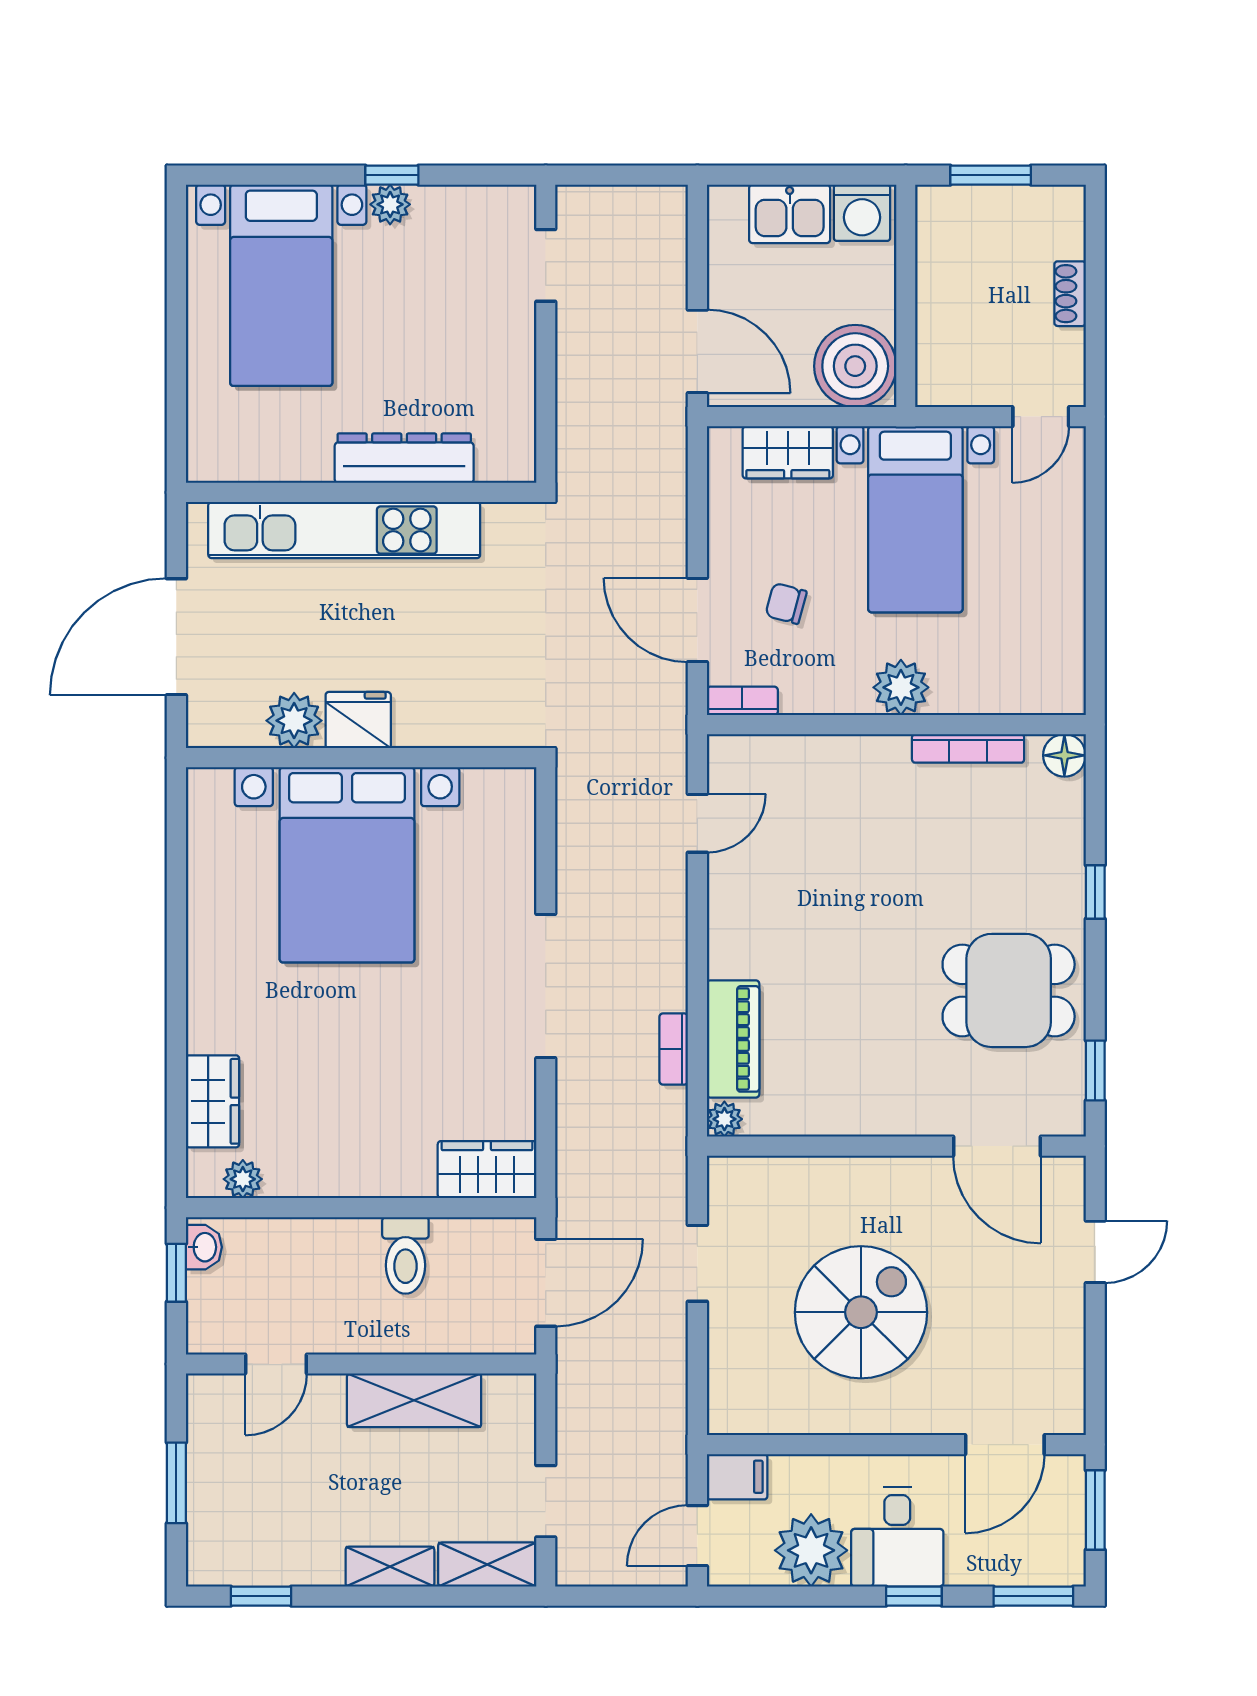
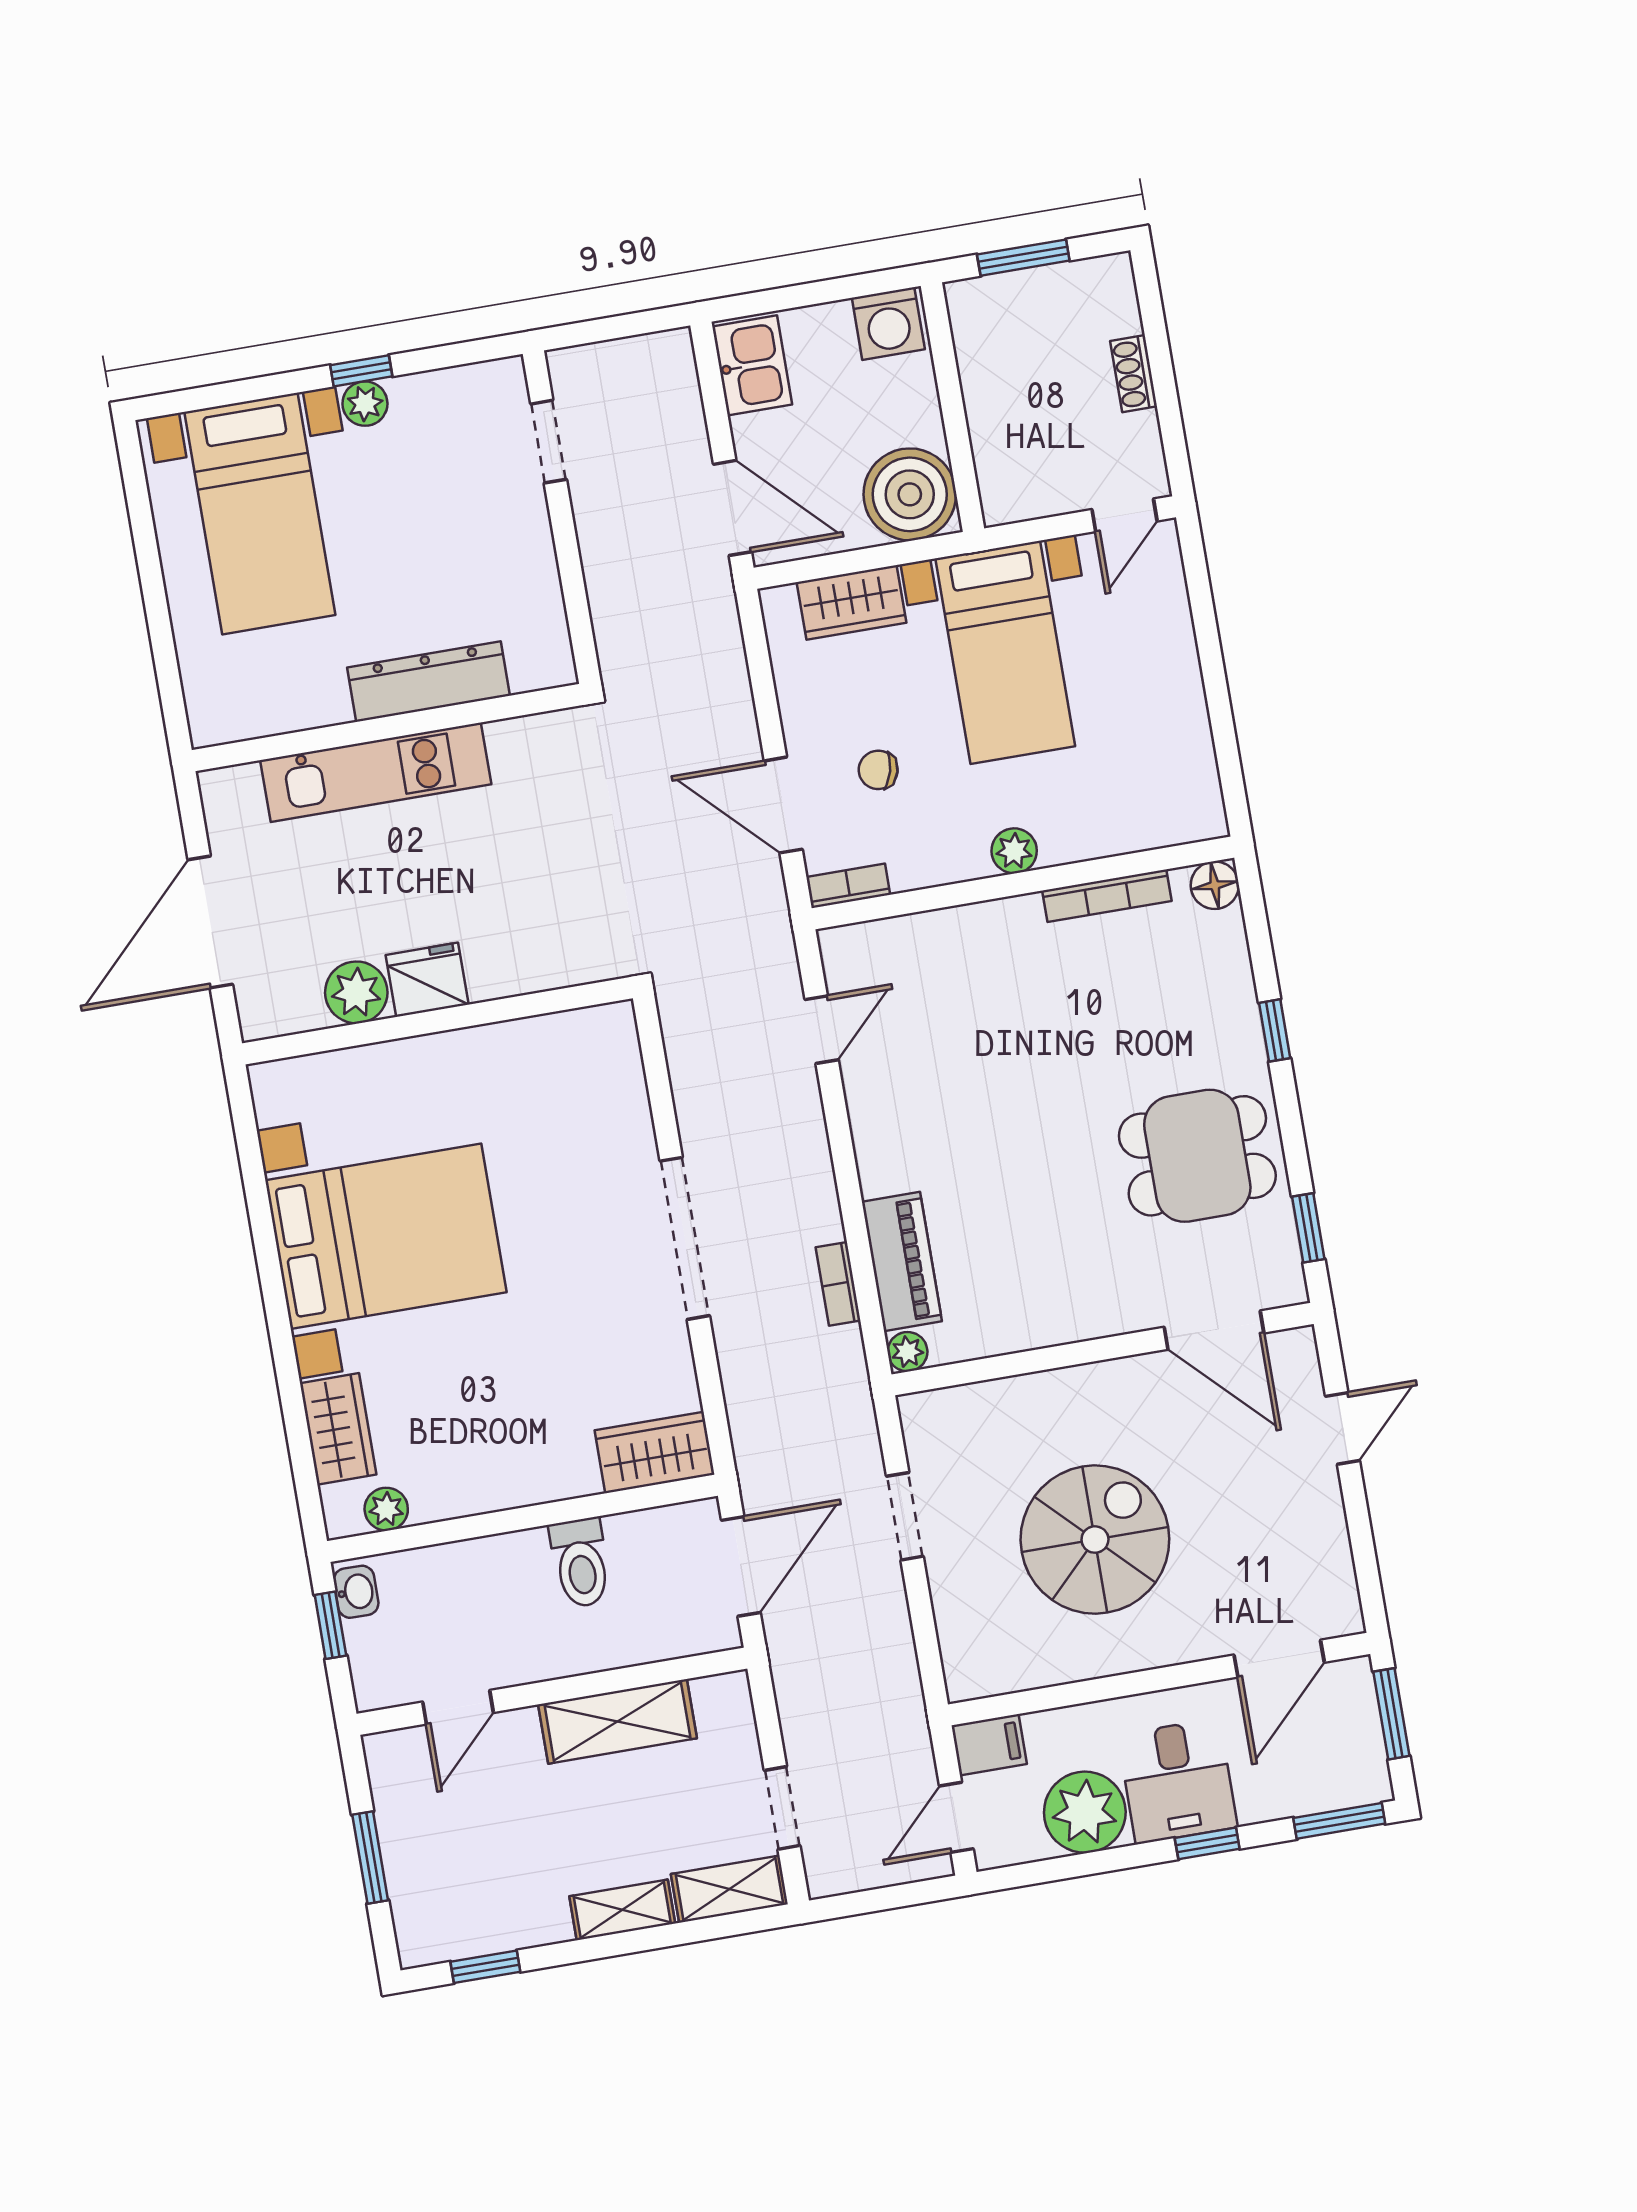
kitchen sink: (790, 214) -> (752, 365), moved, turned -90
kitchen unit: (344, 530) -> (376, 772), width x0.73
plant: (901, 687) -> (1014, 851), width x0.73, depth x0.73
bed with nightstands: (347, 865) -> (386, 1236), moved, turned -90

